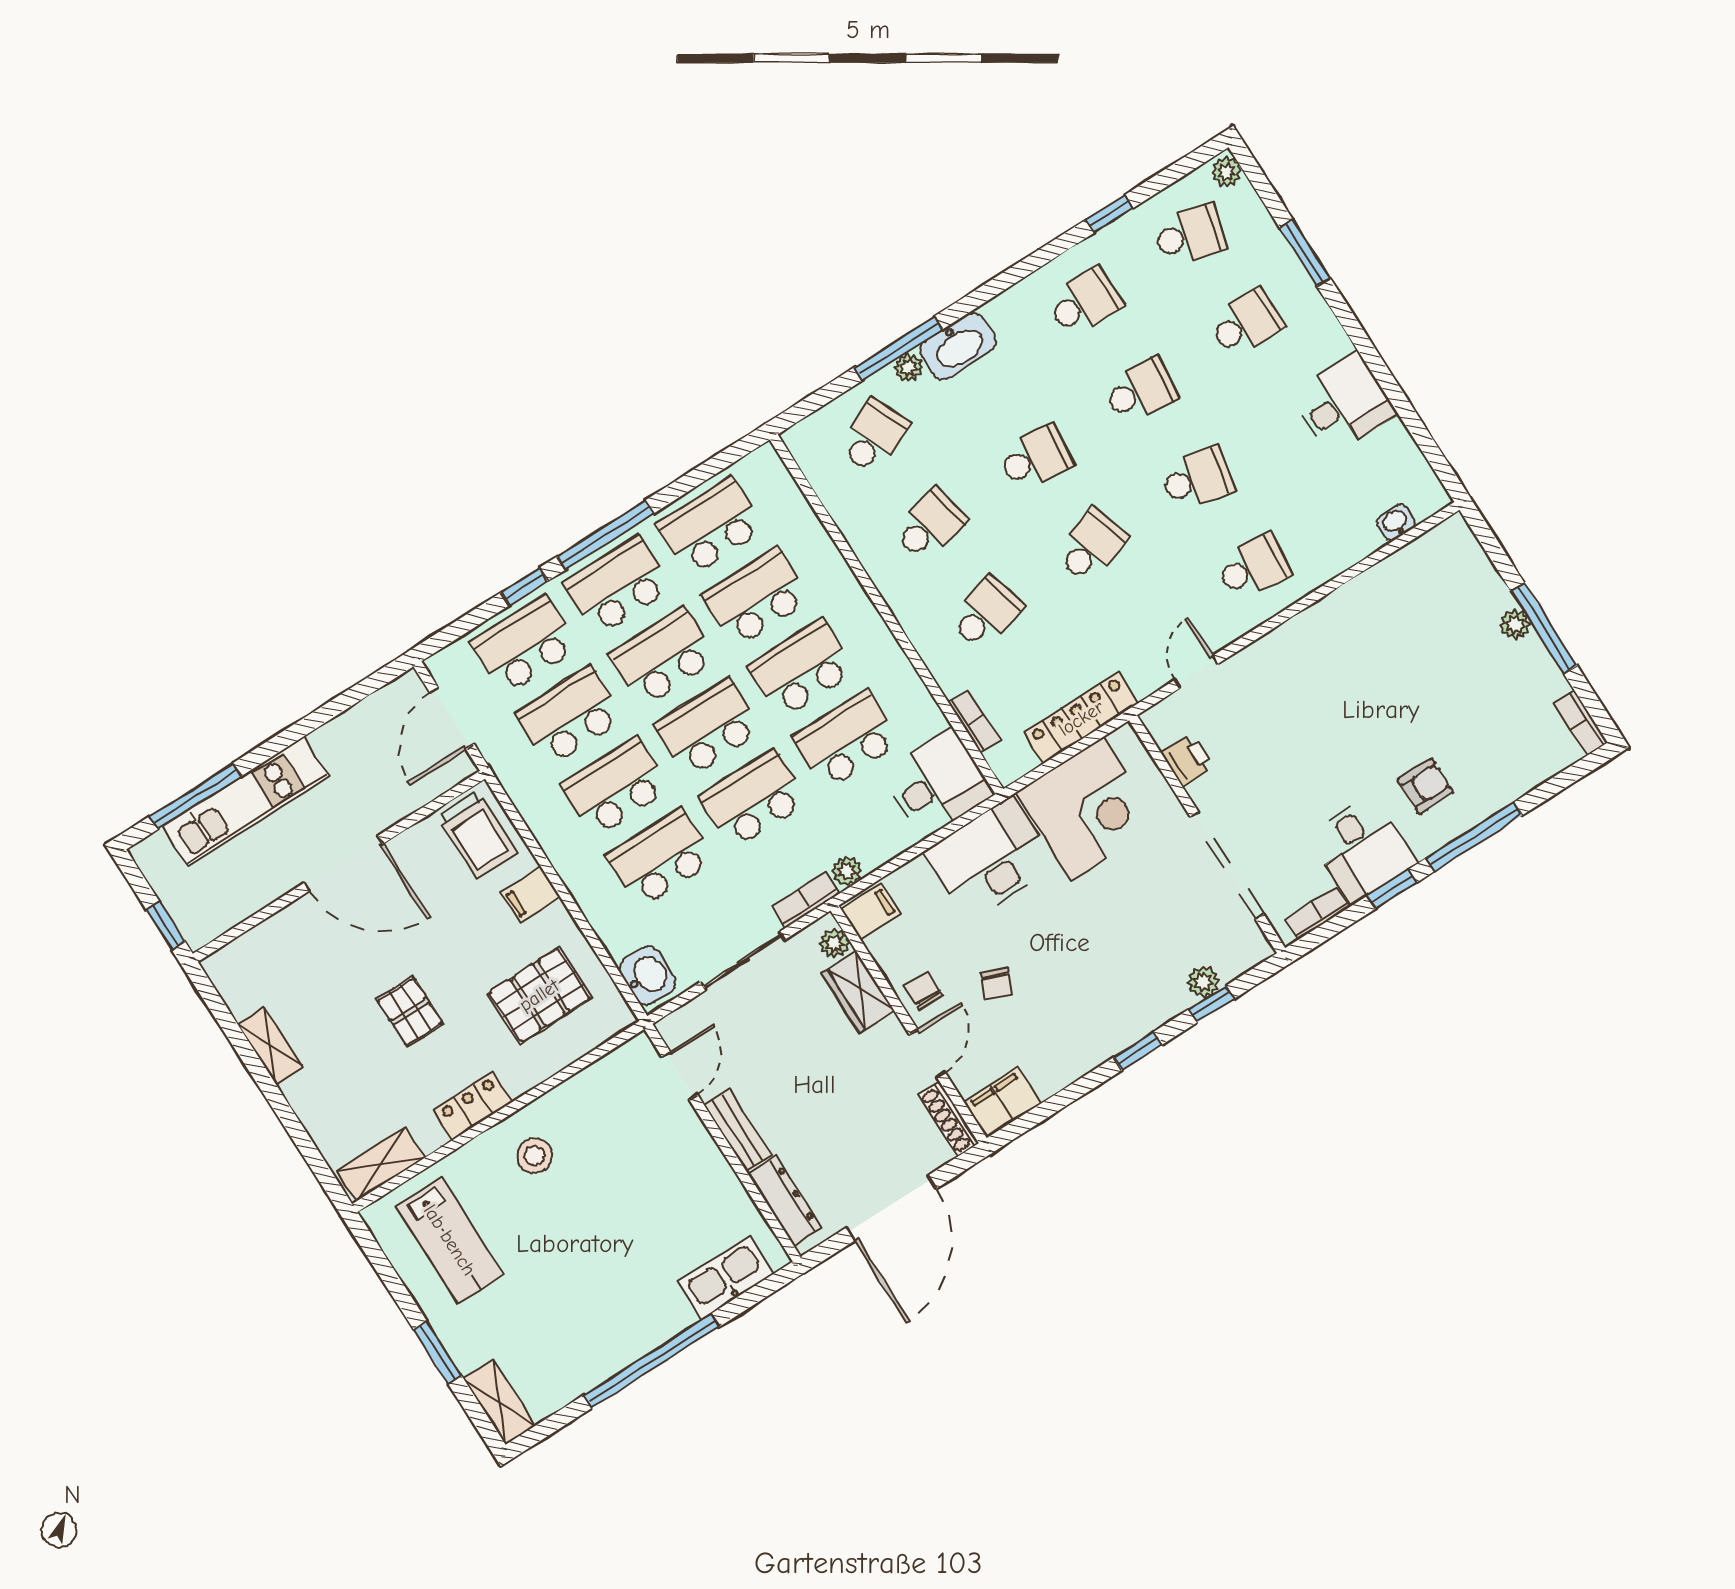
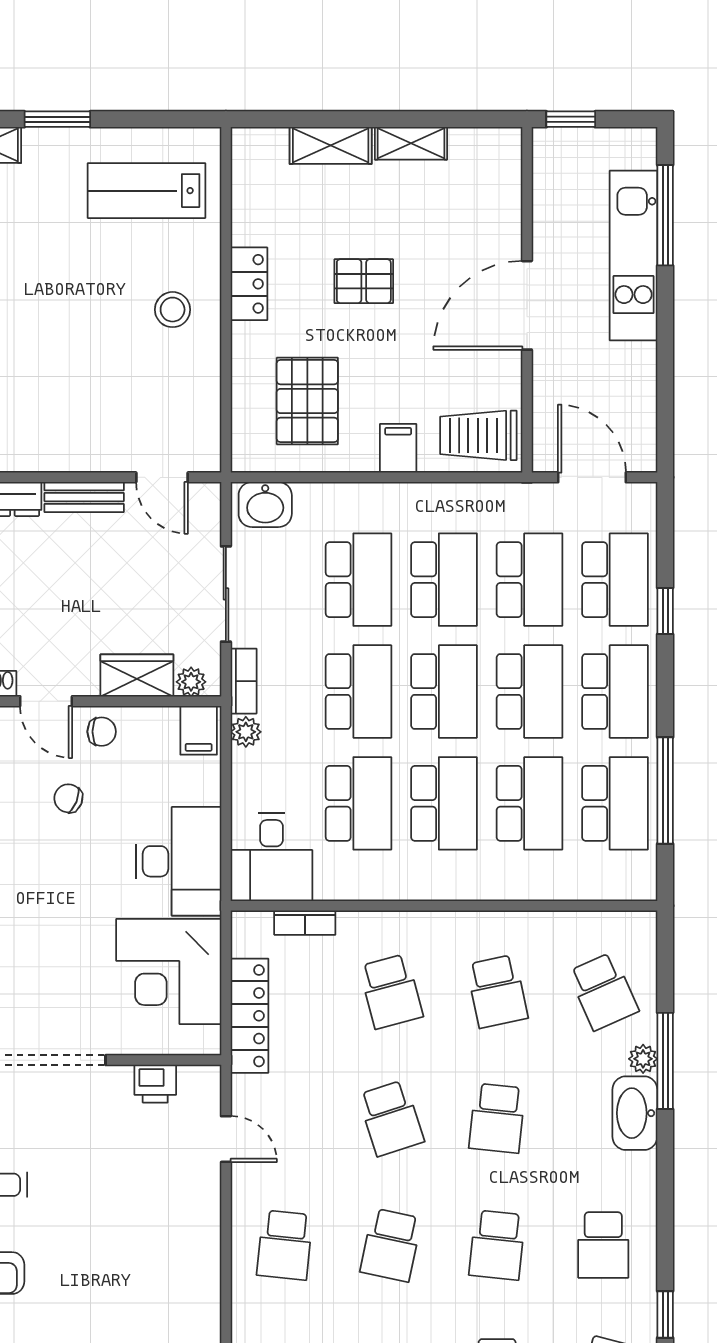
window: (605, 535) -> (665, 791), moved
shelving: (381, 1165) -> (331, 145), moved, turned 90

